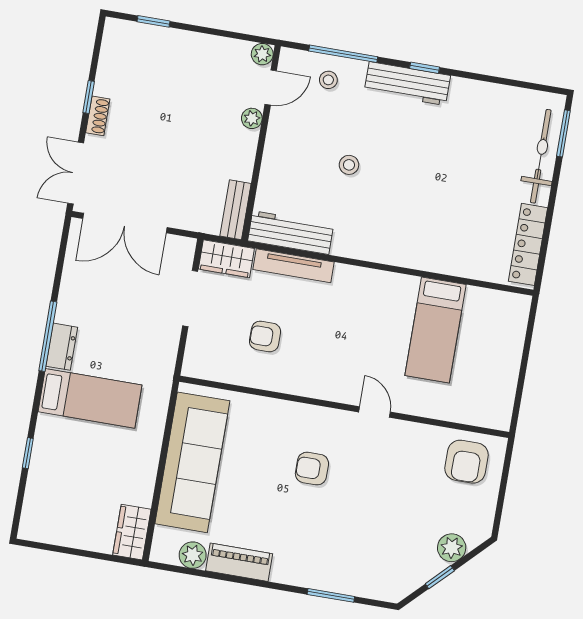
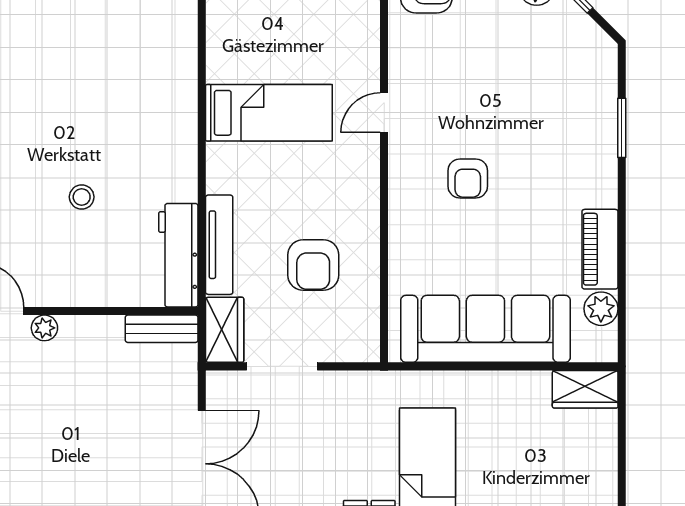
bed: (435, 330) -> (269, 113), moved
armchair: (265, 336) -> (313, 265), width x1.38, depth x1.38

